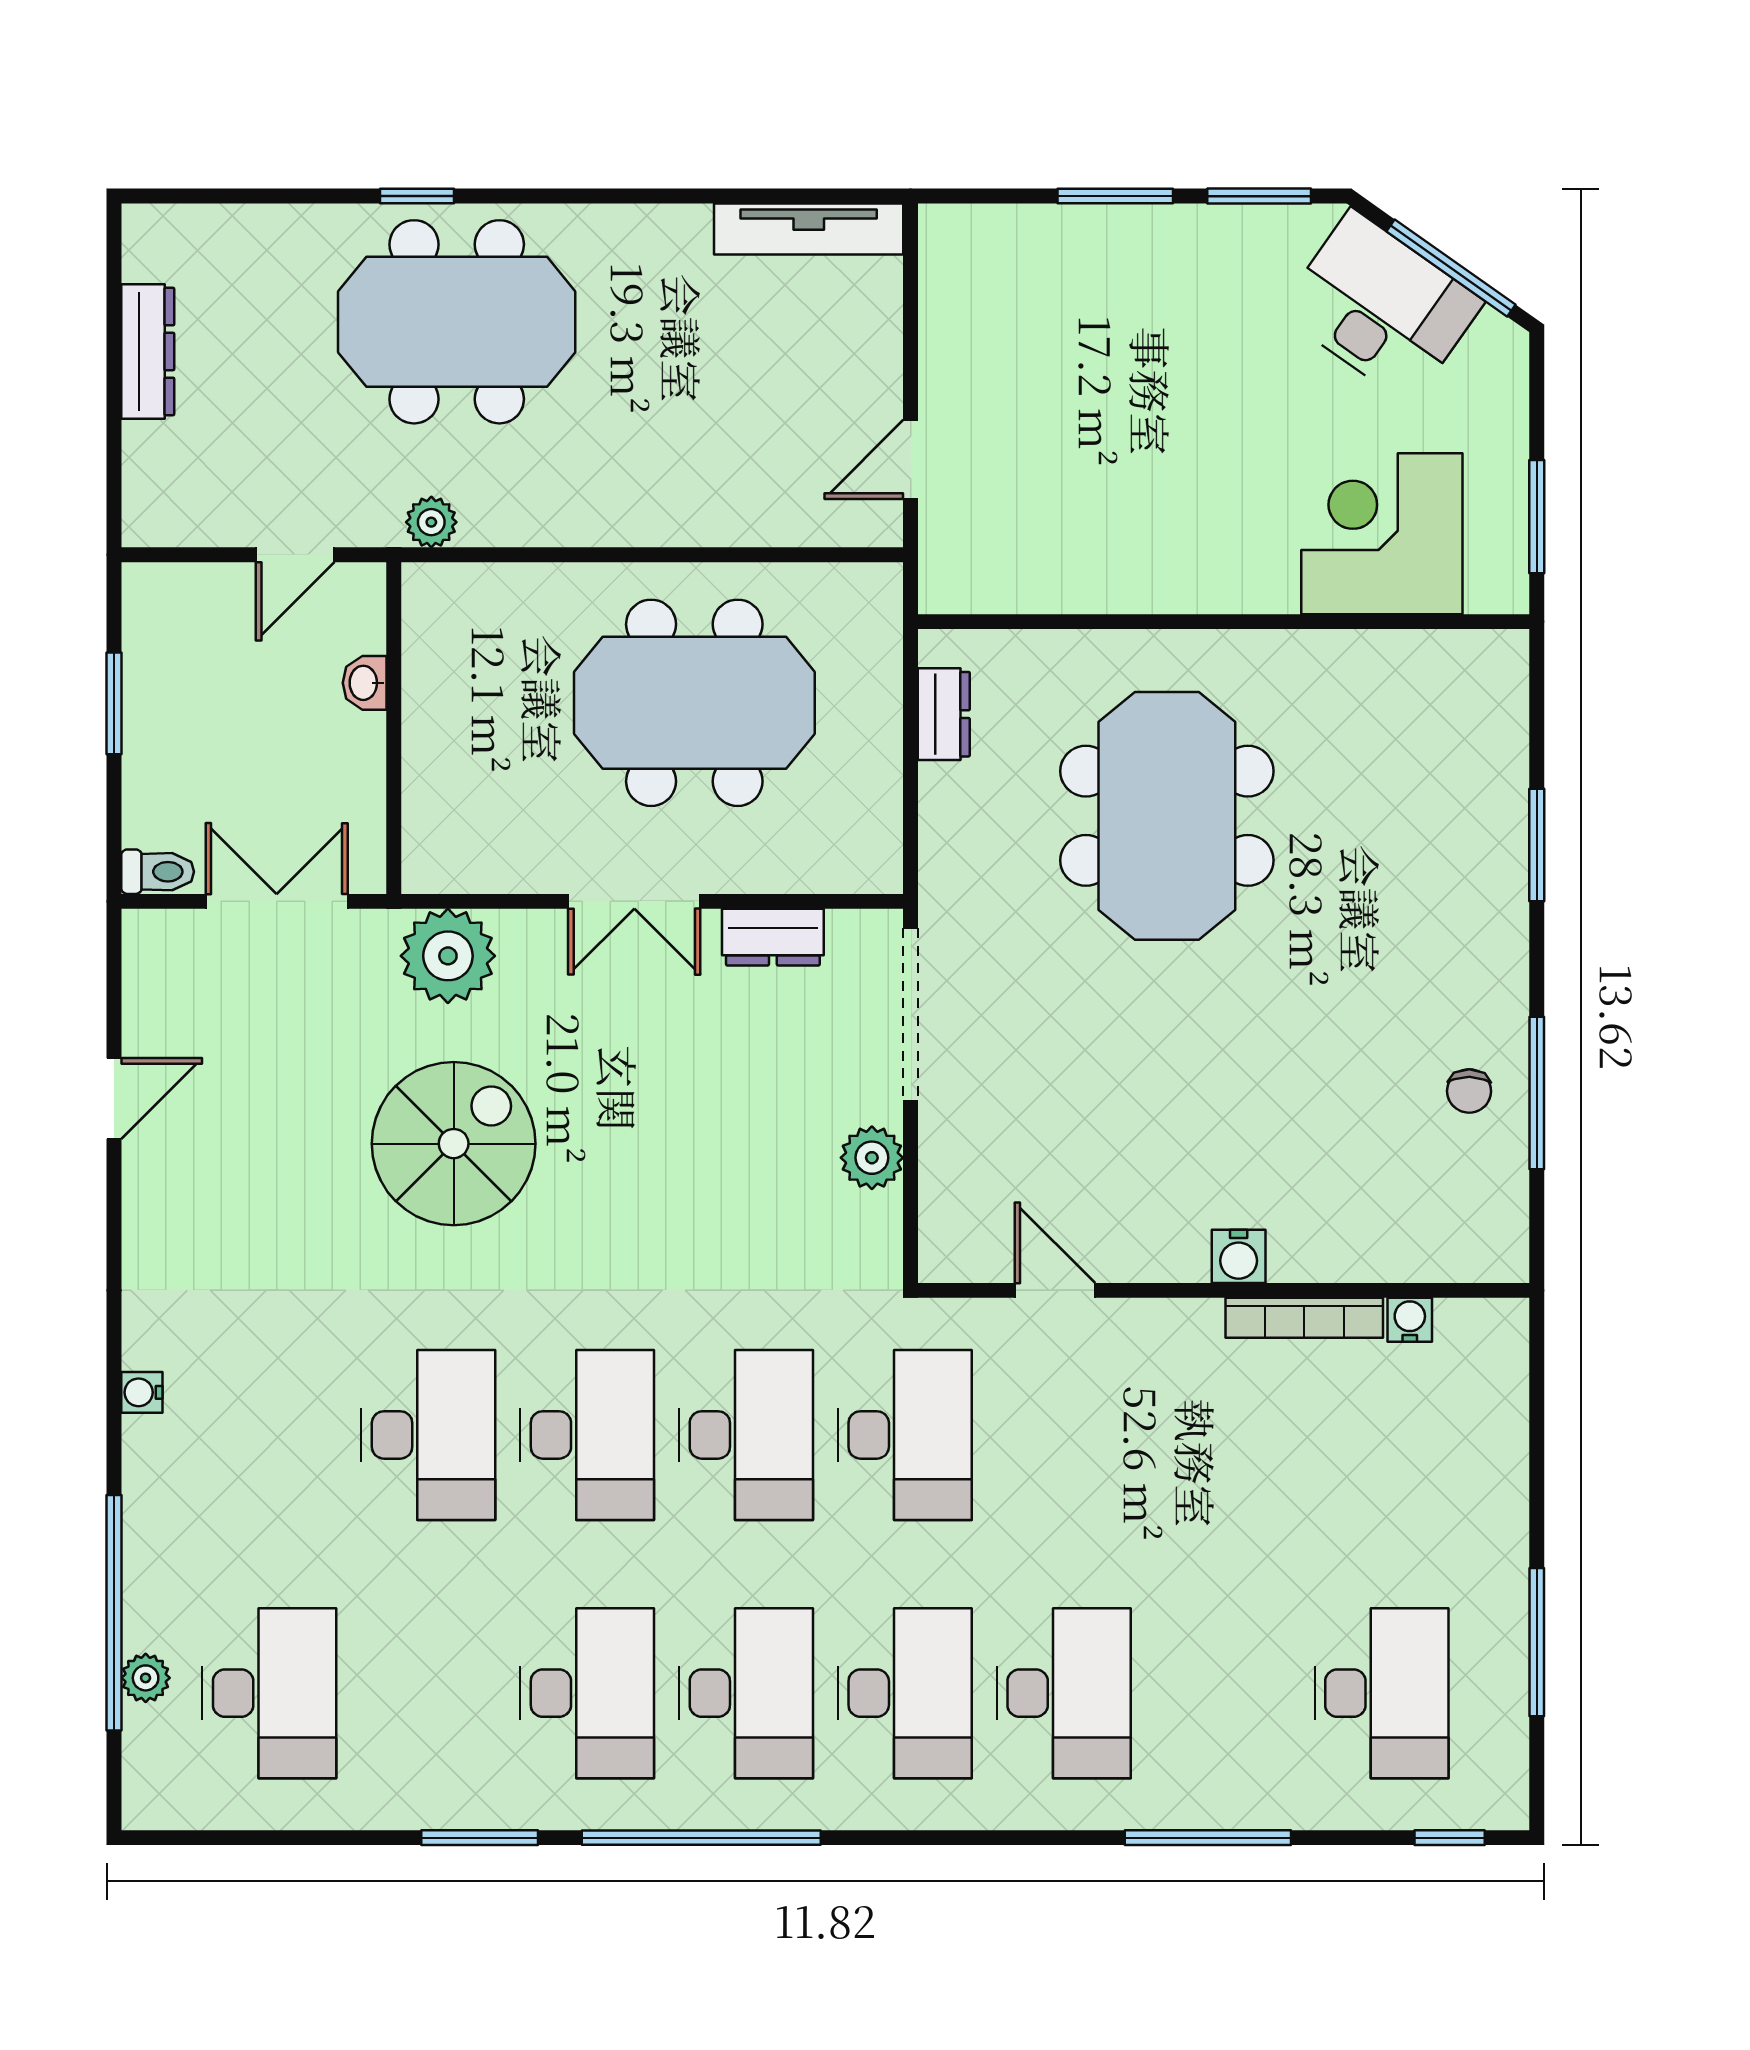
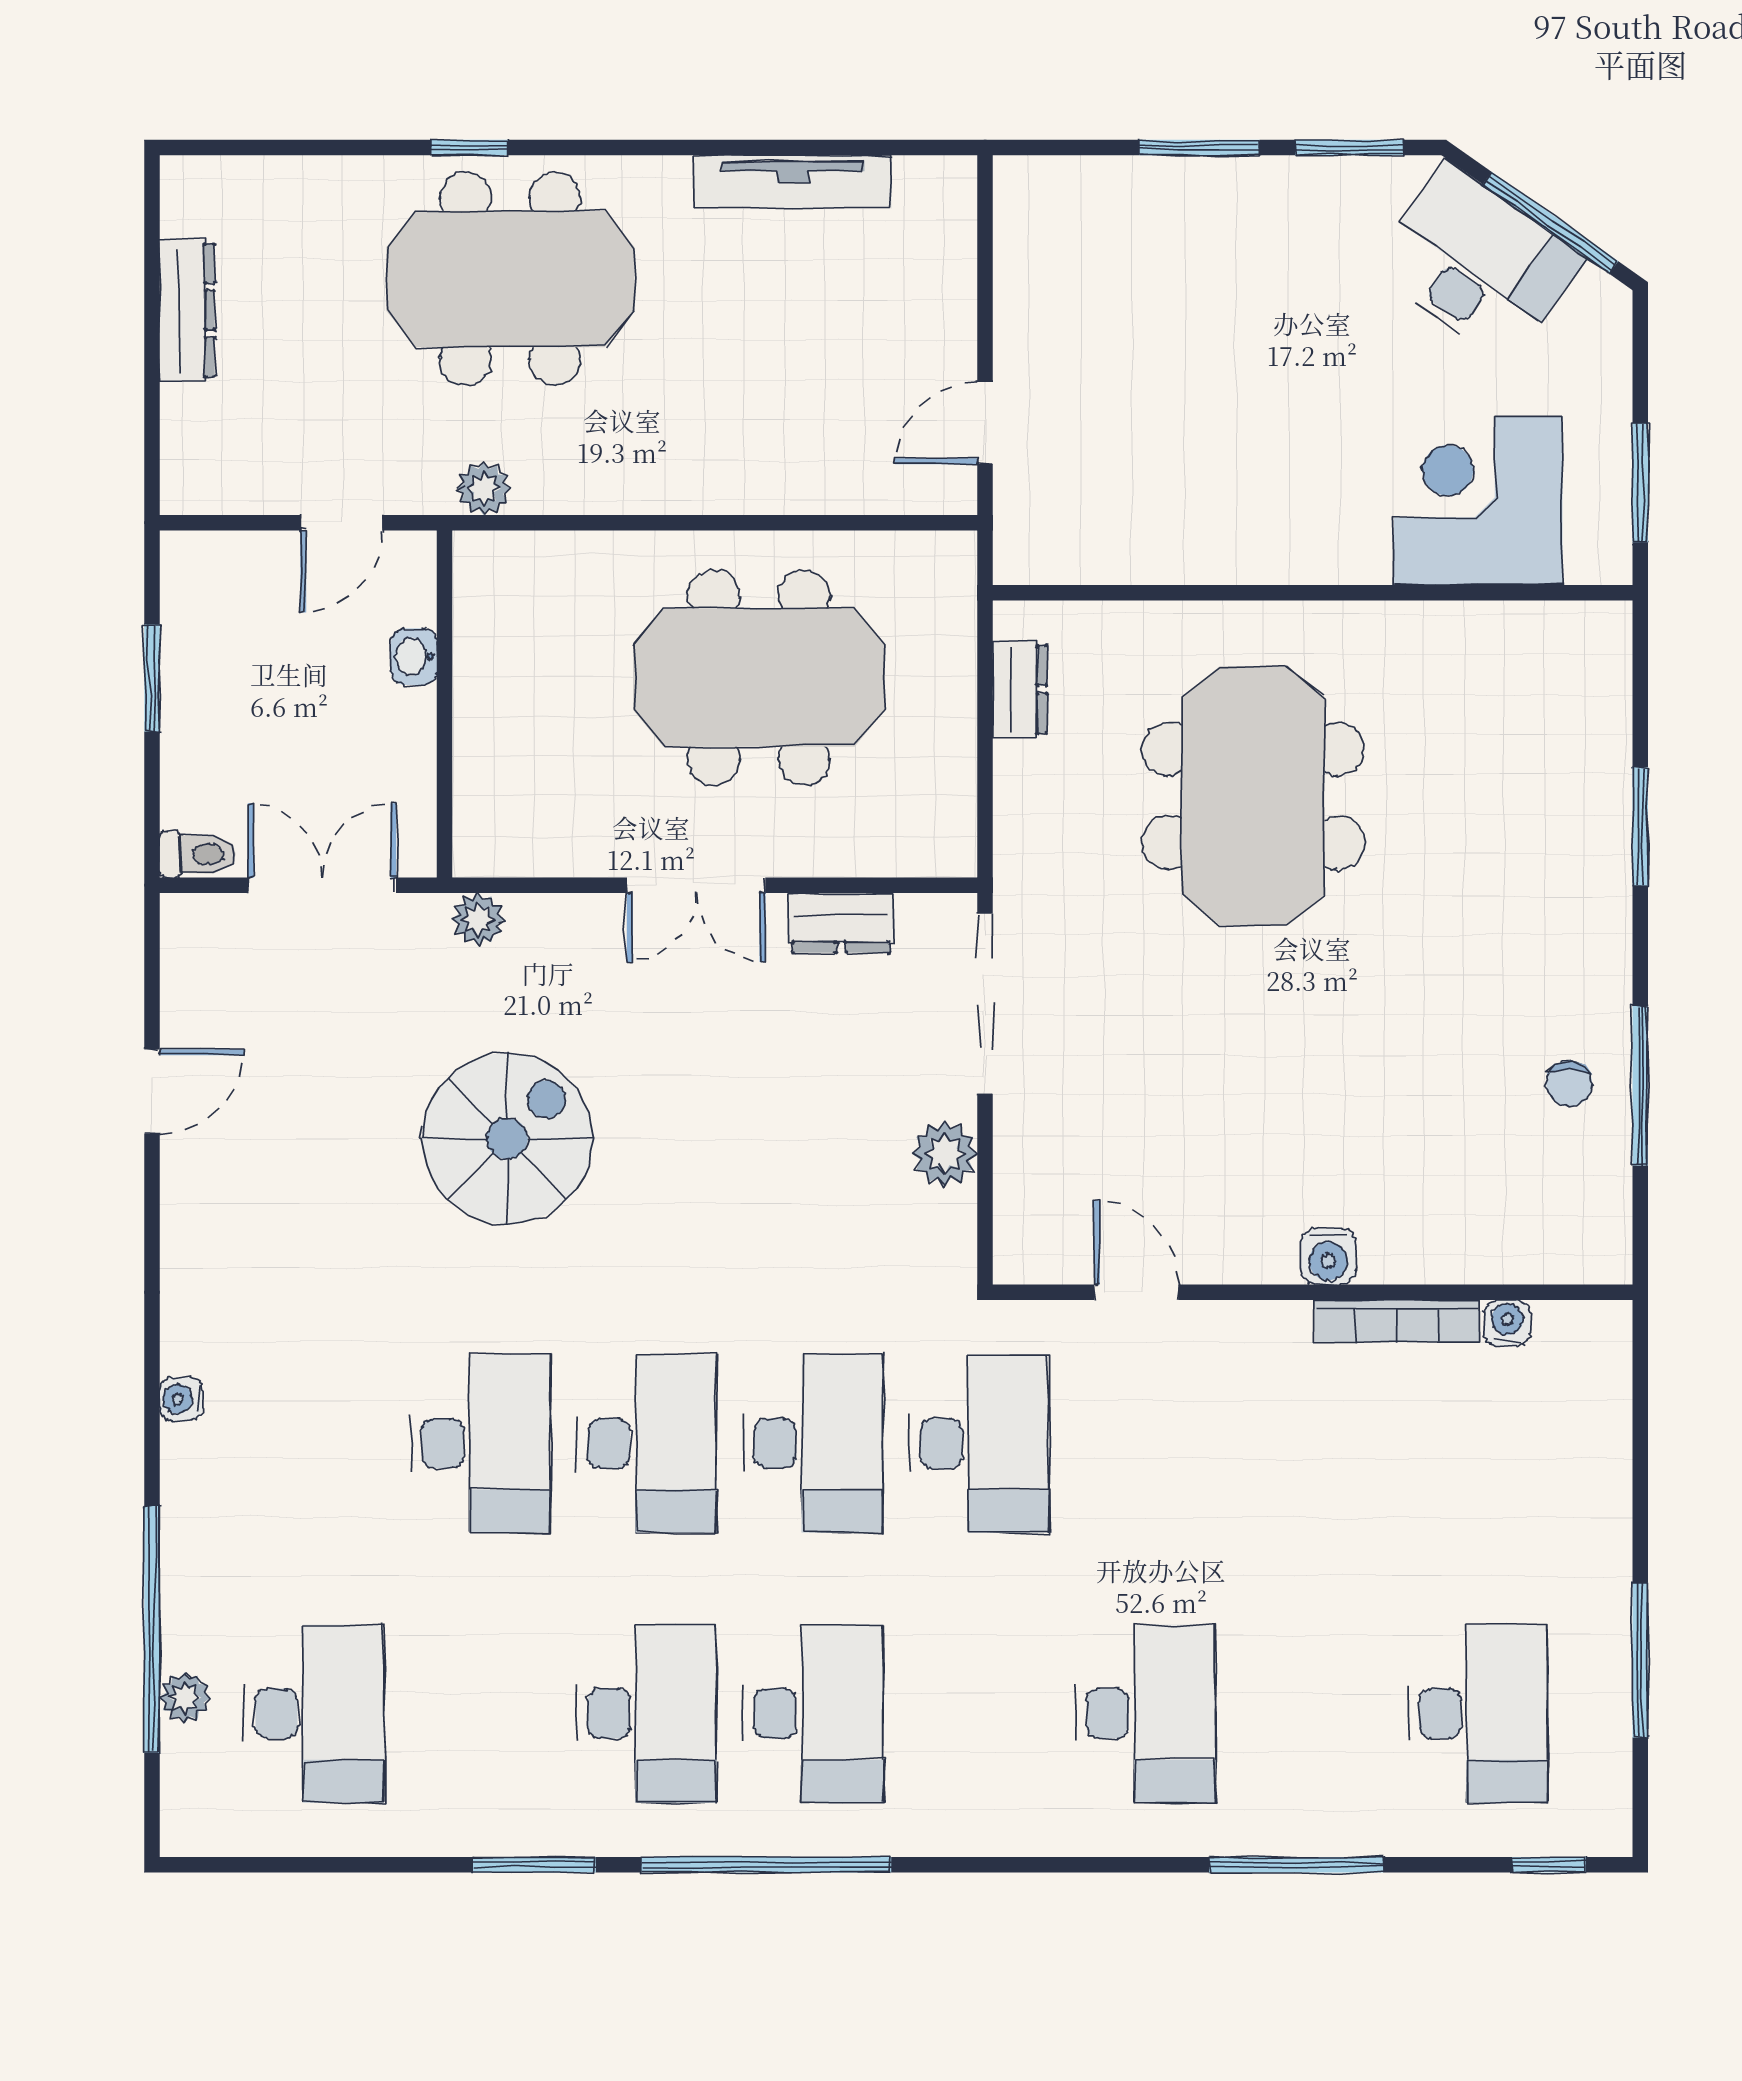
tv unit: (809, 229) -> (793, 182), moved
plant: (448, 956) -> (478, 919), width x0.53, depth x0.53
desk: (905, 1693) -> (979, 1713), removed

